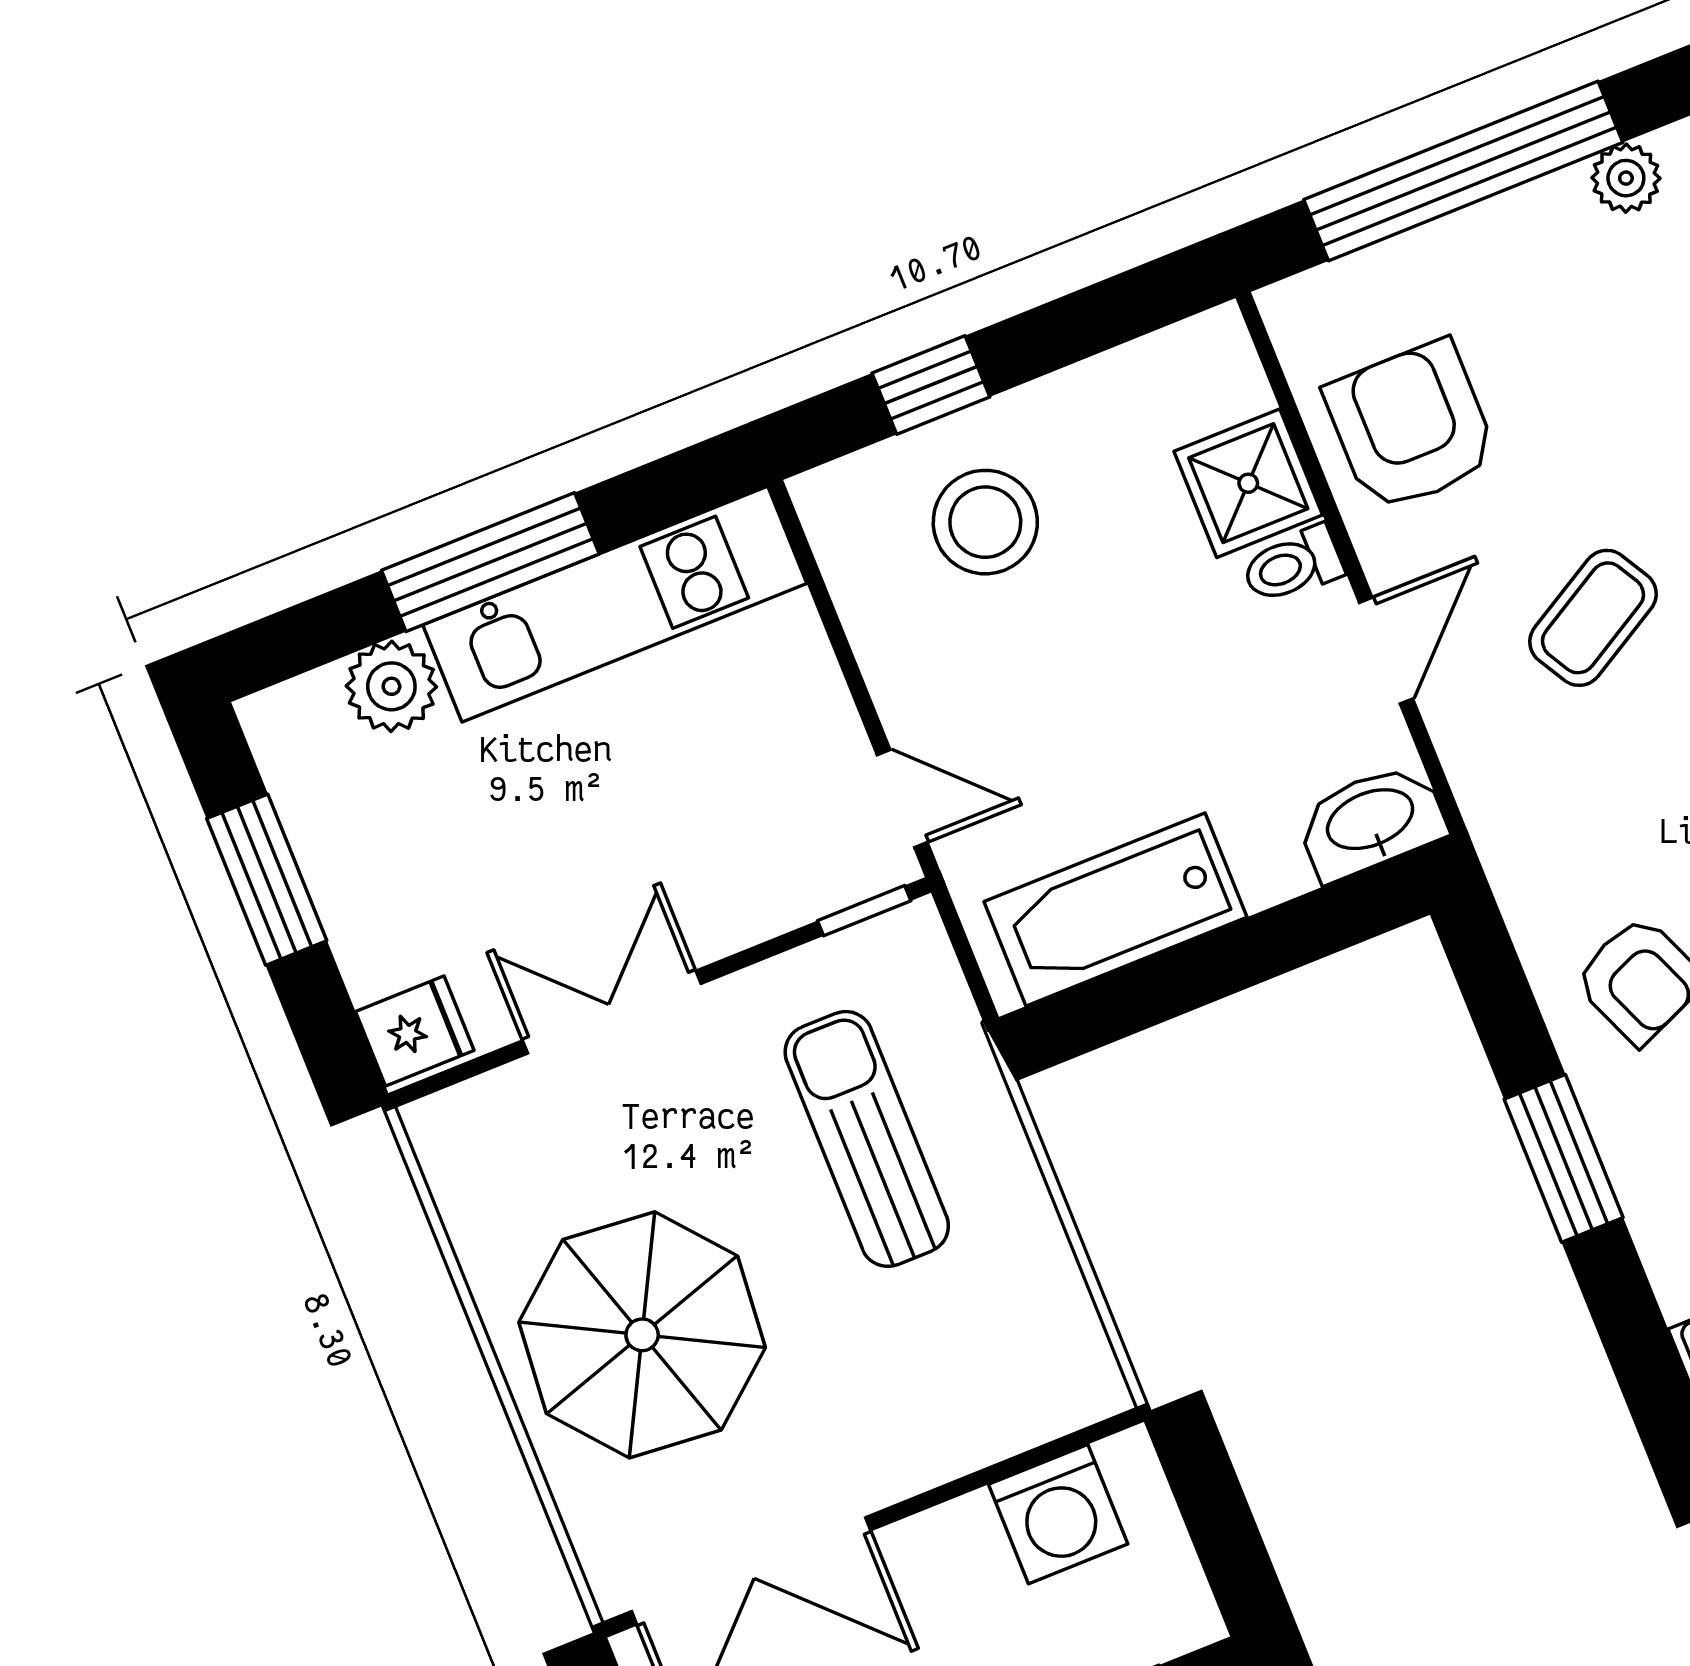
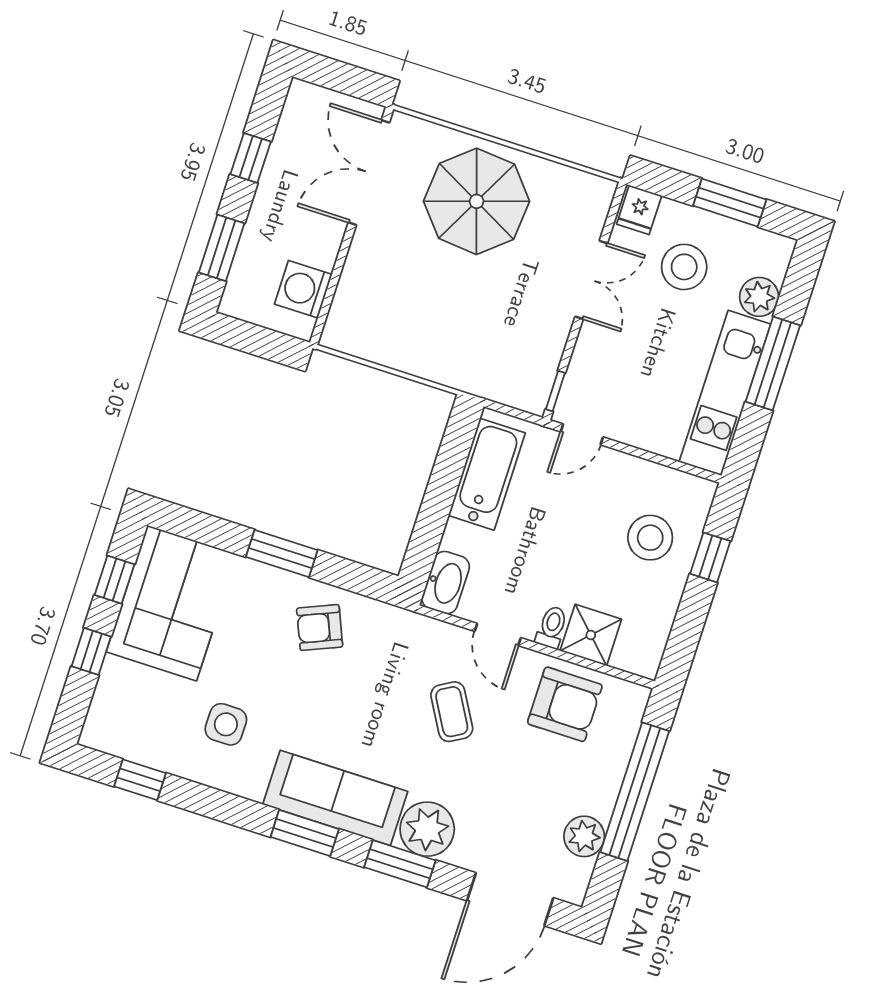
plant: (1626, 178) -> (584, 836), width x1.38, depth x1.38
stool: (450, 865) -> (684, 267), added
sun lounger: (867, 1139) -> (479, 329), removed

